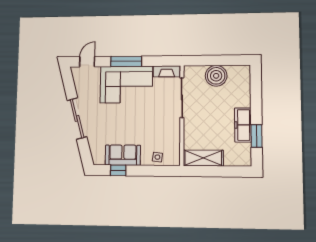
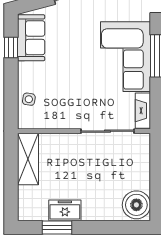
boiler: (216, 76) -> (136, 205), moved
freezer: (243, 125) -> (65, 210), width x0.71
sofa: (123, 155) -> (31, 38), moved

